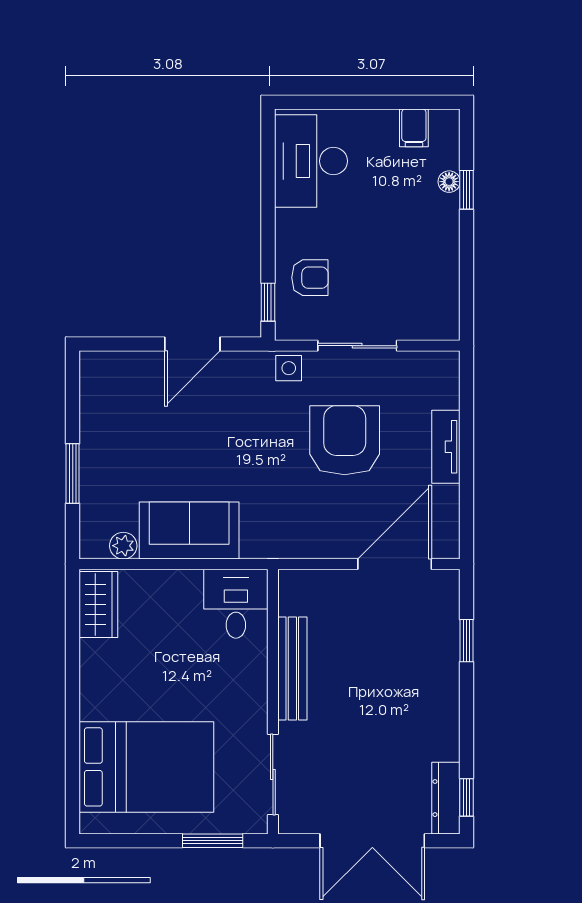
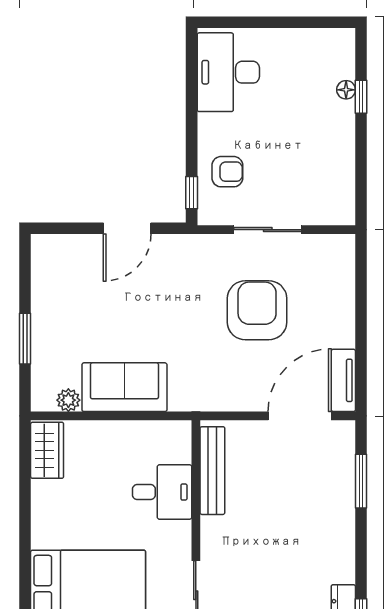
filing cabinet: (414, 128) -> (316, 44), removed
side table: (289, 368) -> (209, 249), removed
tv unit: (446, 447) -> (343, 380), moved
desk: (236, 604) -> (162, 492), moved, turned 90
window: (467, 641) -> (361, 481), width x1.50
bench: (292, 668) -> (212, 471), moved

